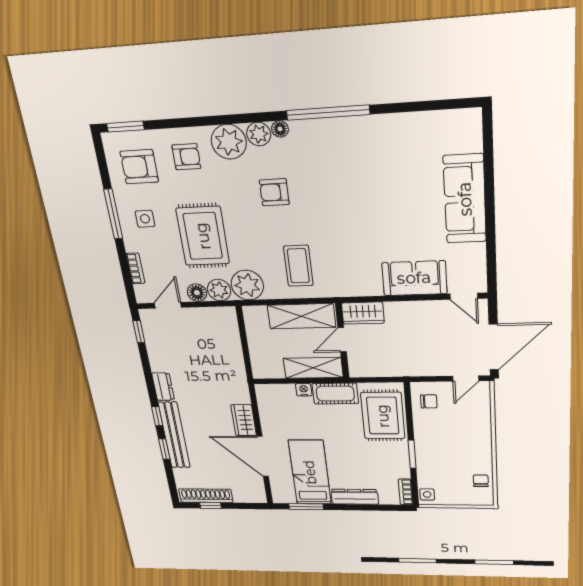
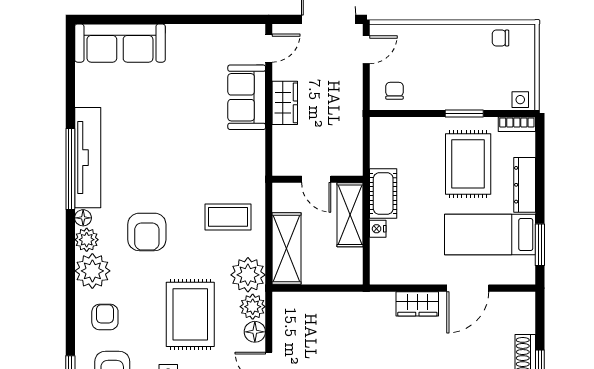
tv unit: (342, 130) -> (88, 158), added
armchair: (274, 192) -> (147, 232), width x1.38, depth x1.38
sofa: (465, 199) -> (120, 43), moved
rug: (203, 236) -> (190, 314), turned 90
wardrobe: (363, 313) -> (285, 103), moved
shelving: (301, 316) -> (287, 249), moved
door: (466, 379) -> (366, 50), hinge flipped
rug: (383, 416) -> (468, 164), moved, turned 90
door: (263, 457) -> (468, 288), width x0.73

